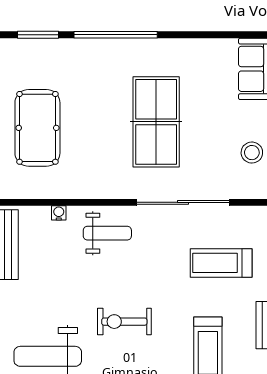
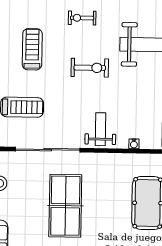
weight bench: (107, 233) -> (100, 129), turned 90

